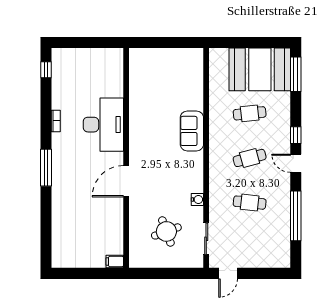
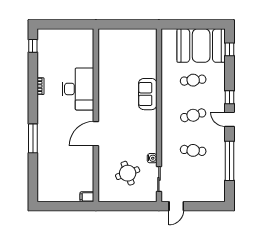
window: (296, 74) -> (229, 49), width x0.46
window: (46, 168) -> (33, 138), moved
water cooler: (197, 199) -> (152, 158), moved

